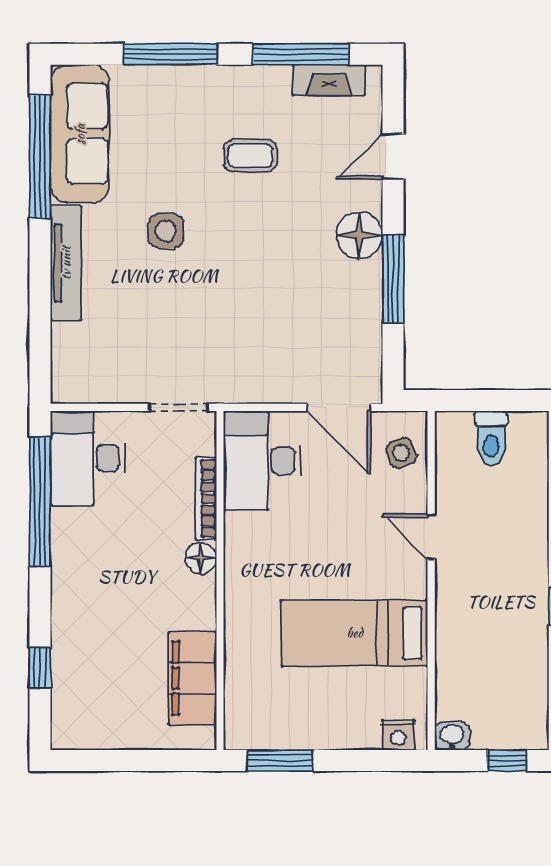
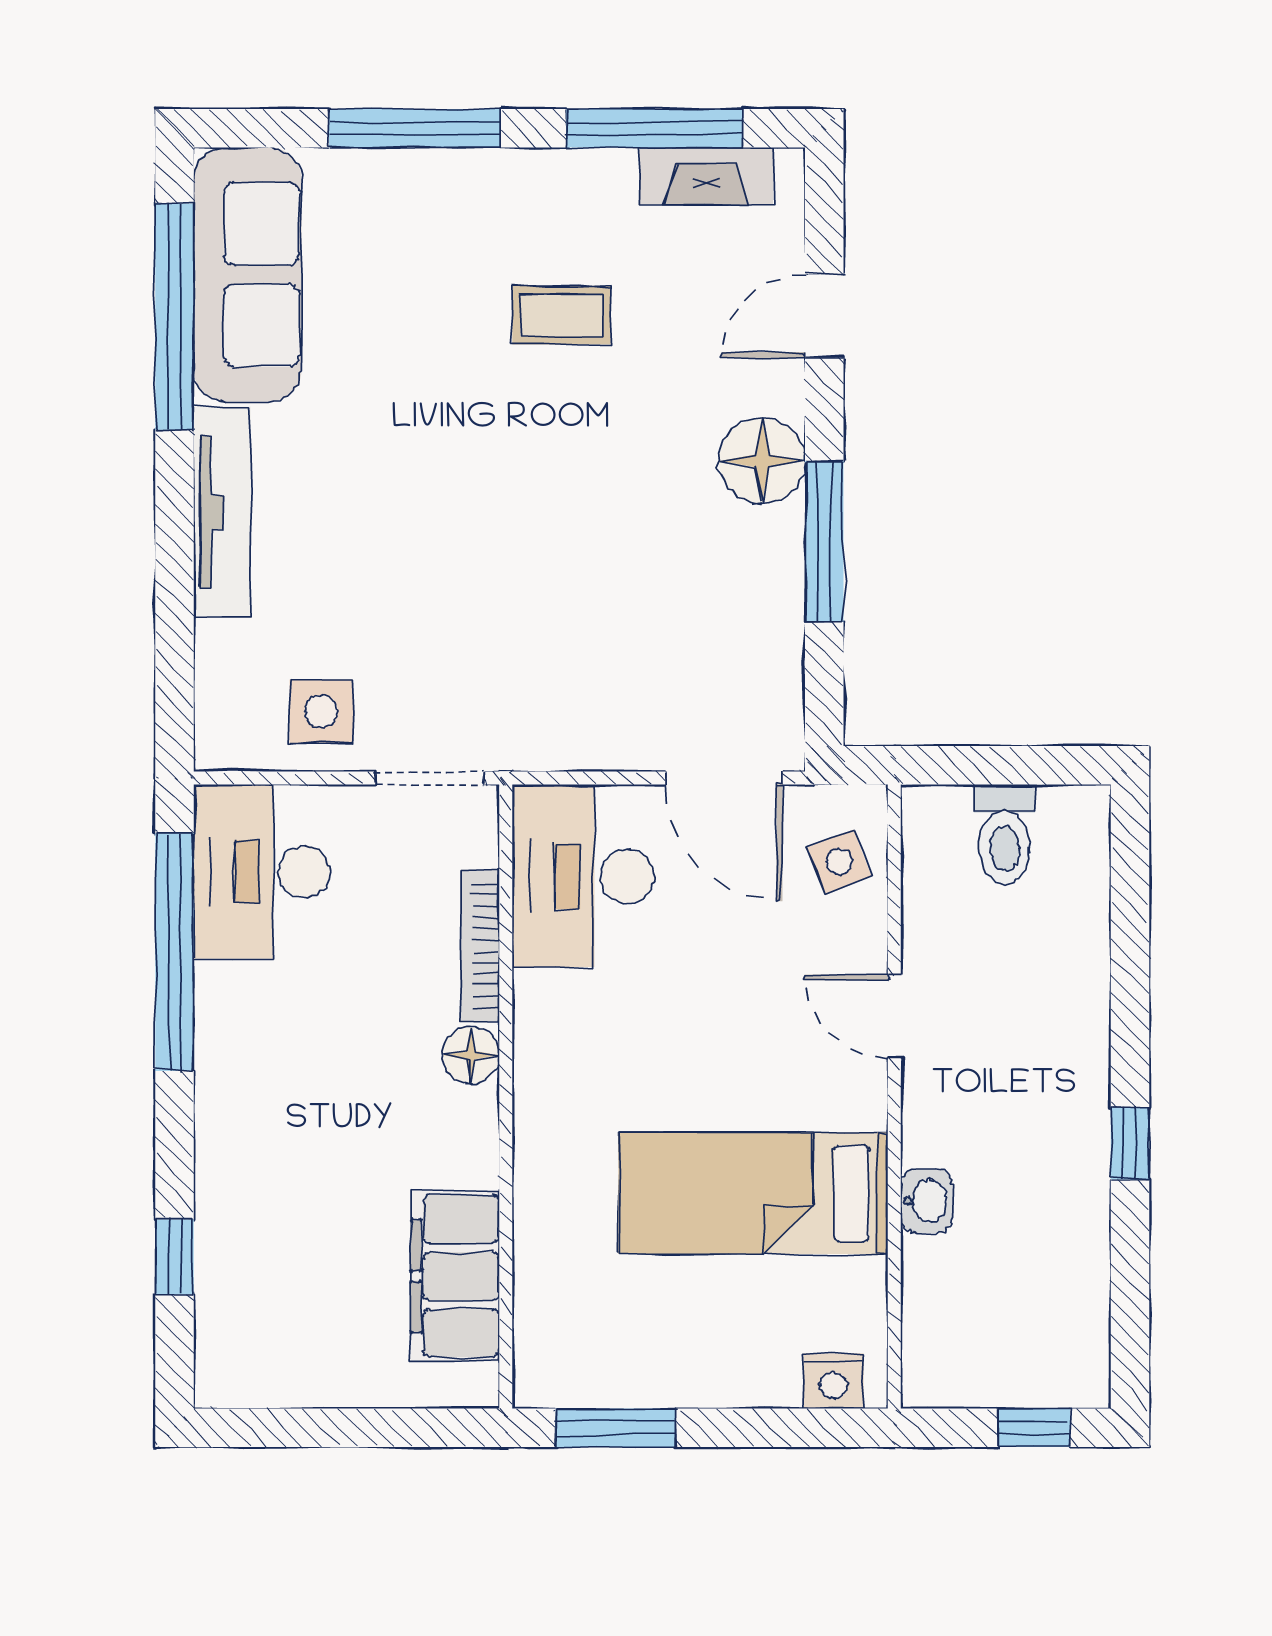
side table: (166, 231) -> (321, 711), moved
washbasin: (452, 736) -> (926, 1201), moved, turned 90

